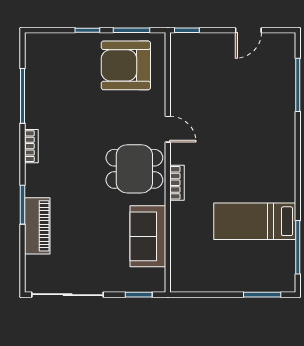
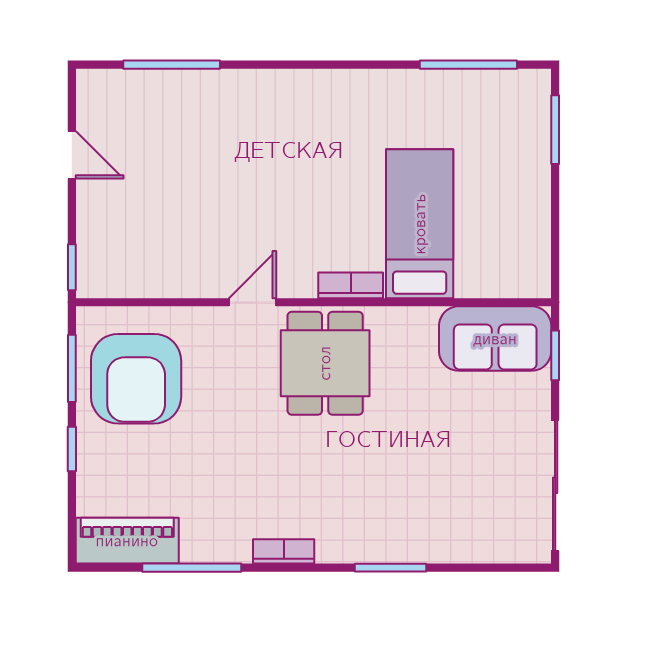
bed: (255, 221) -> (420, 224), moved, turned 180
piano: (37, 226) -> (127, 541), moved
sofa: (148, 236) -> (495, 339), moved

